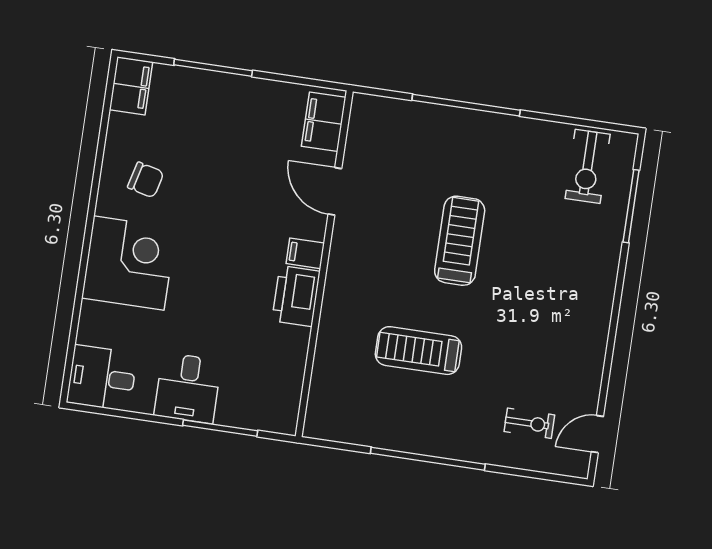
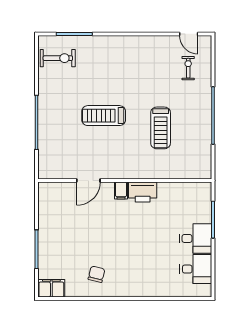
filing cabinet: (324, 122) -> (55, 191), removed
corner desk: (129, 263) -> (139, 276), removed
desk: (102, 378) -> (196, 269), moved, turned -90

